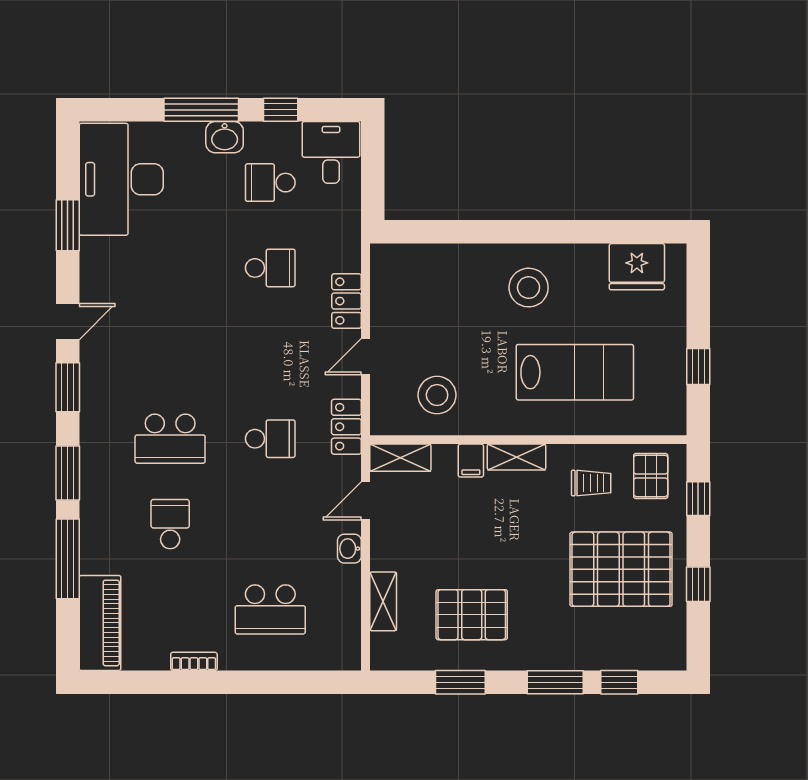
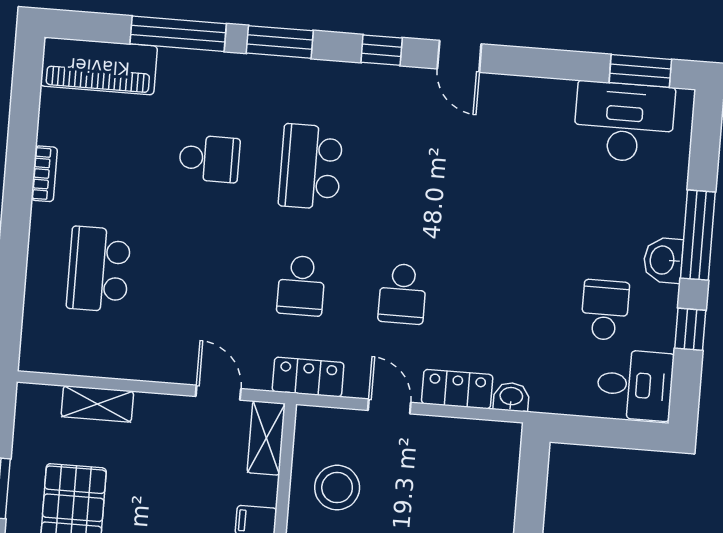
desk: (121, 179) -> (624, 122), width x0.73, depth x0.77
window: (68, 225) -> (640, 71), moved
school desk: (270, 268) -> (402, 294), moved
window: (68, 387) -> (382, 50), width x0.67
washbasin: (349, 549) -> (511, 397), moved

